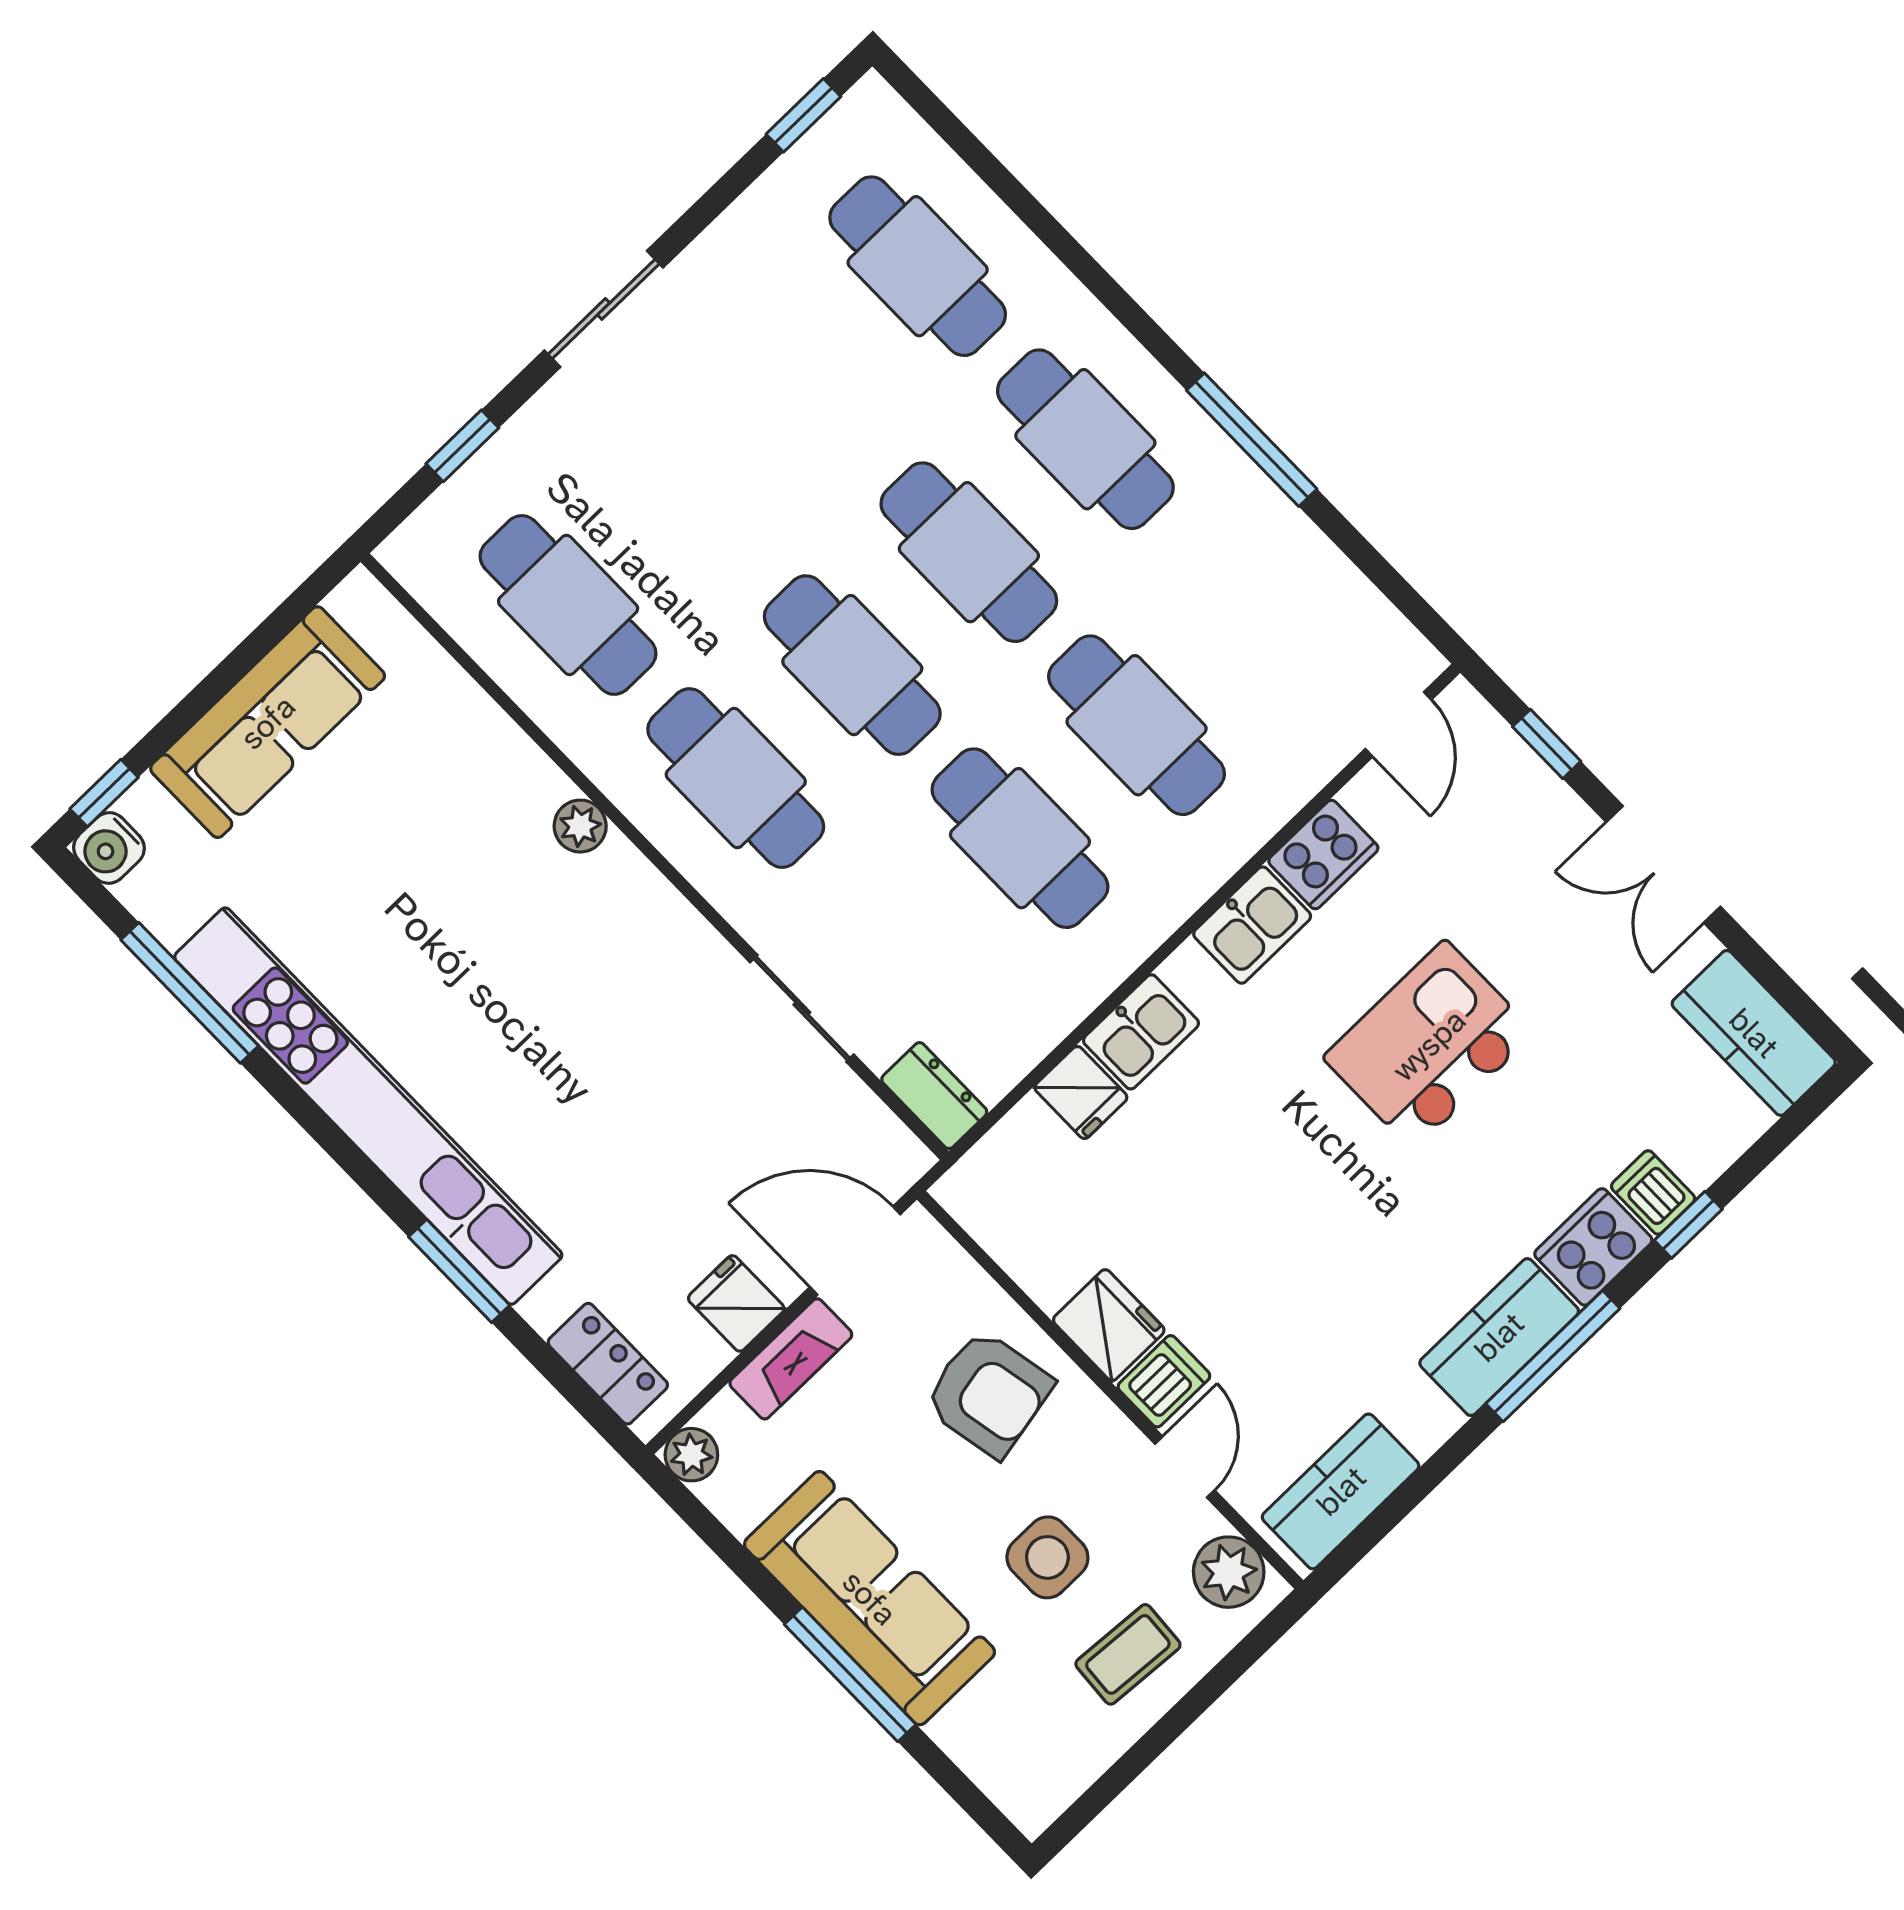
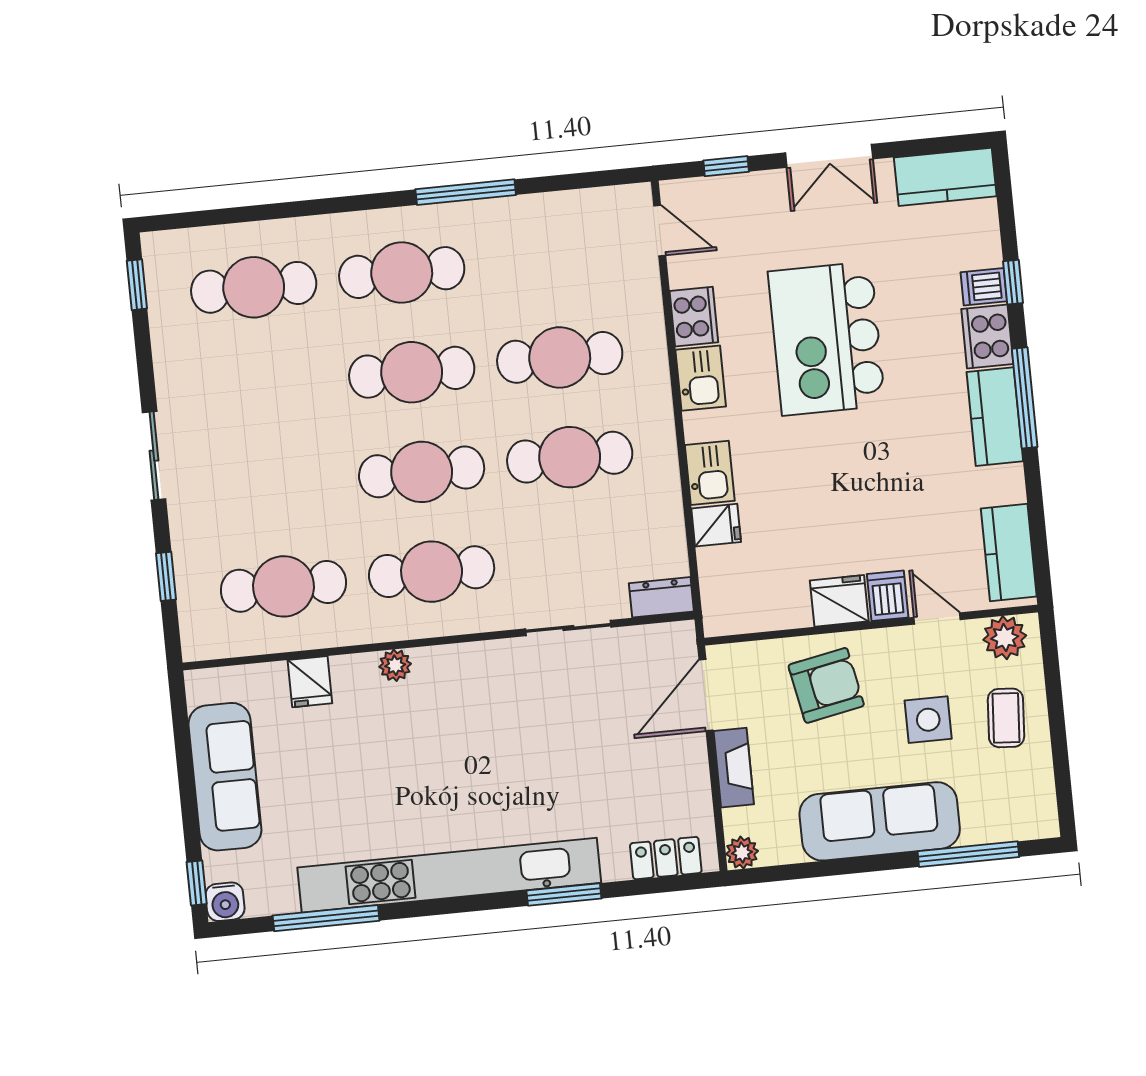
kitchen island: (1429, 1045) -> (827, 339), width x1.37, depth x1.28
fridge: (736, 1303) -> (310, 682), moved, turned -90
window: (850, 1674) -> (968, 854), moved

